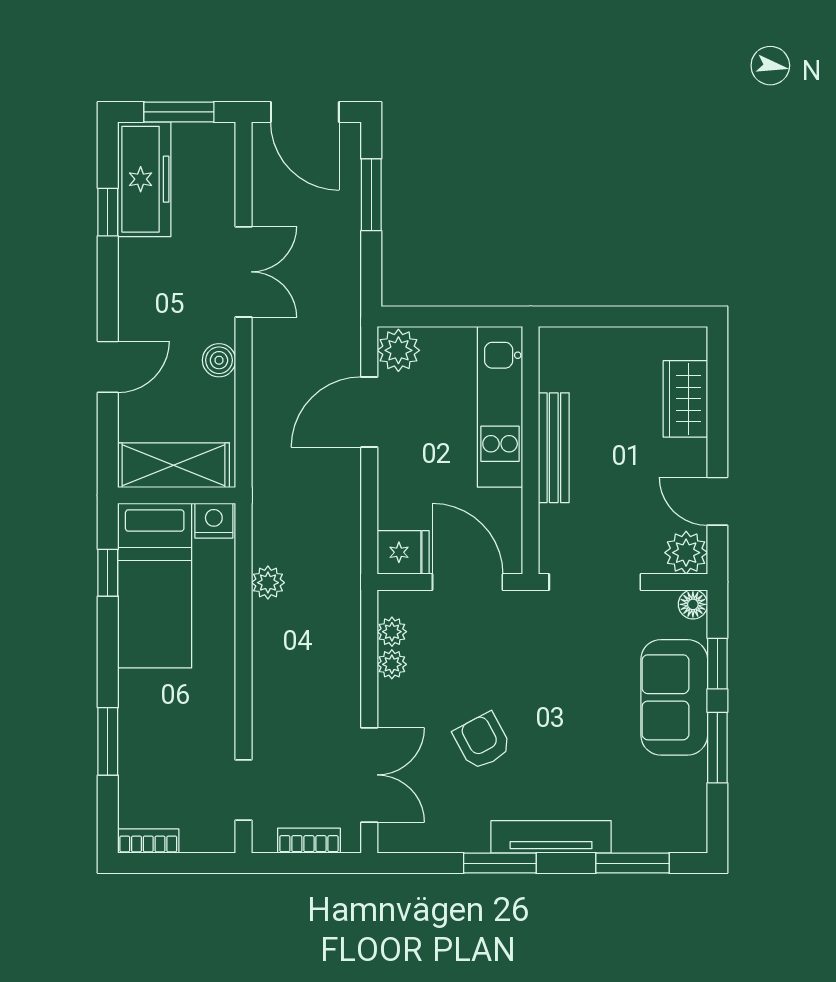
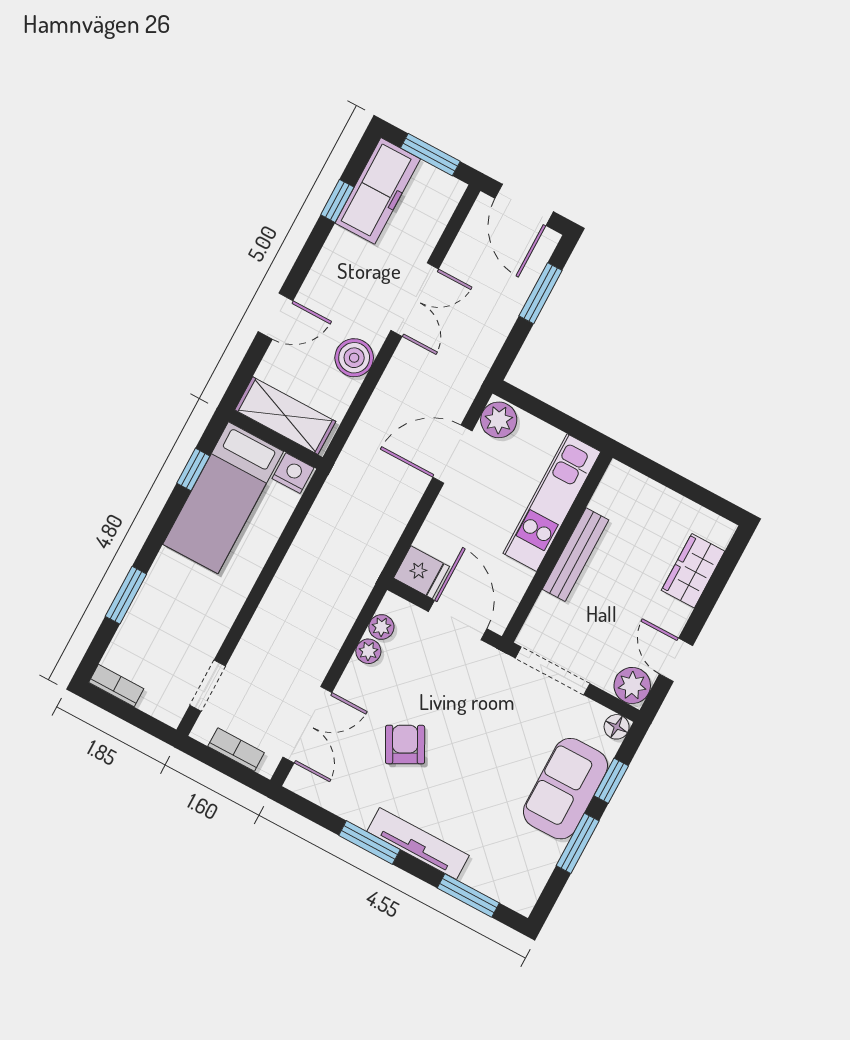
boiler: (219, 360) -> (354, 358), width x1.36, depth x1.36
plant: (268, 583) -> (309, 541), removed

